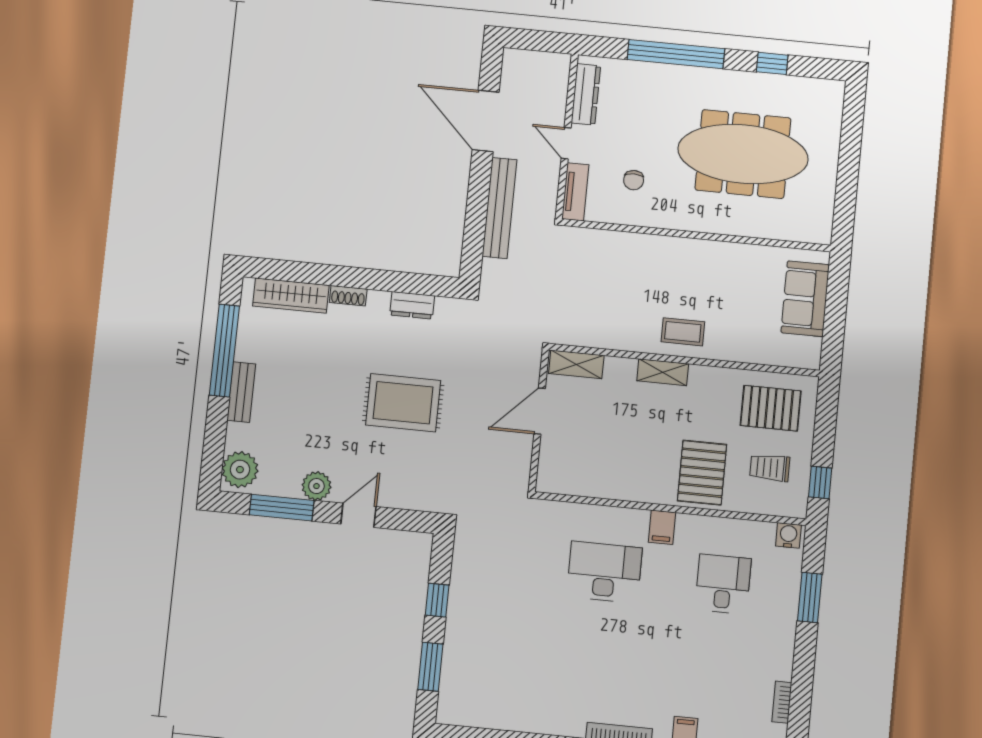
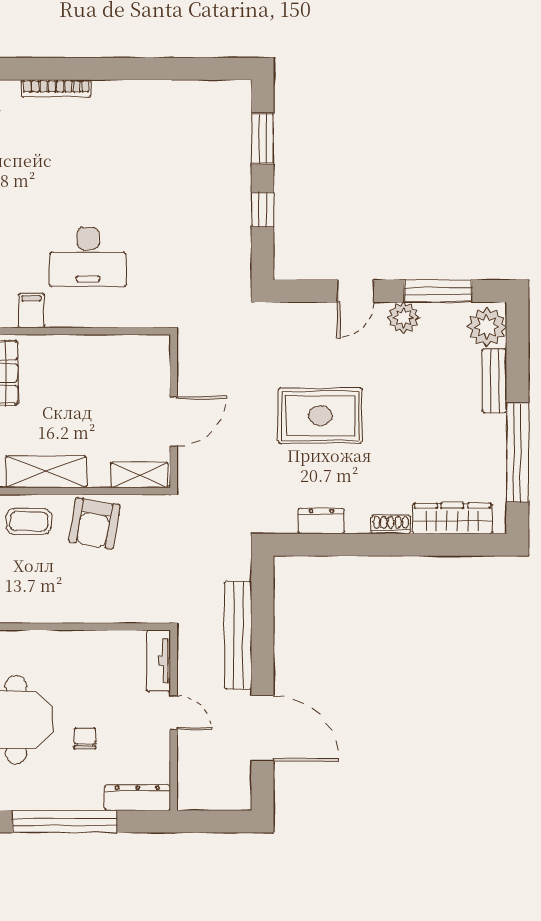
dresser: (586, 94) -> (138, 798), moved, turned 90
chair: (634, 180) -> (85, 739), moved
armchair: (622, 324) -> (94, 523), added
shelving: (663, 372) -> (46, 472), width x1.50, depth x1.33
bench: (241, 392) -> (494, 381), moved

